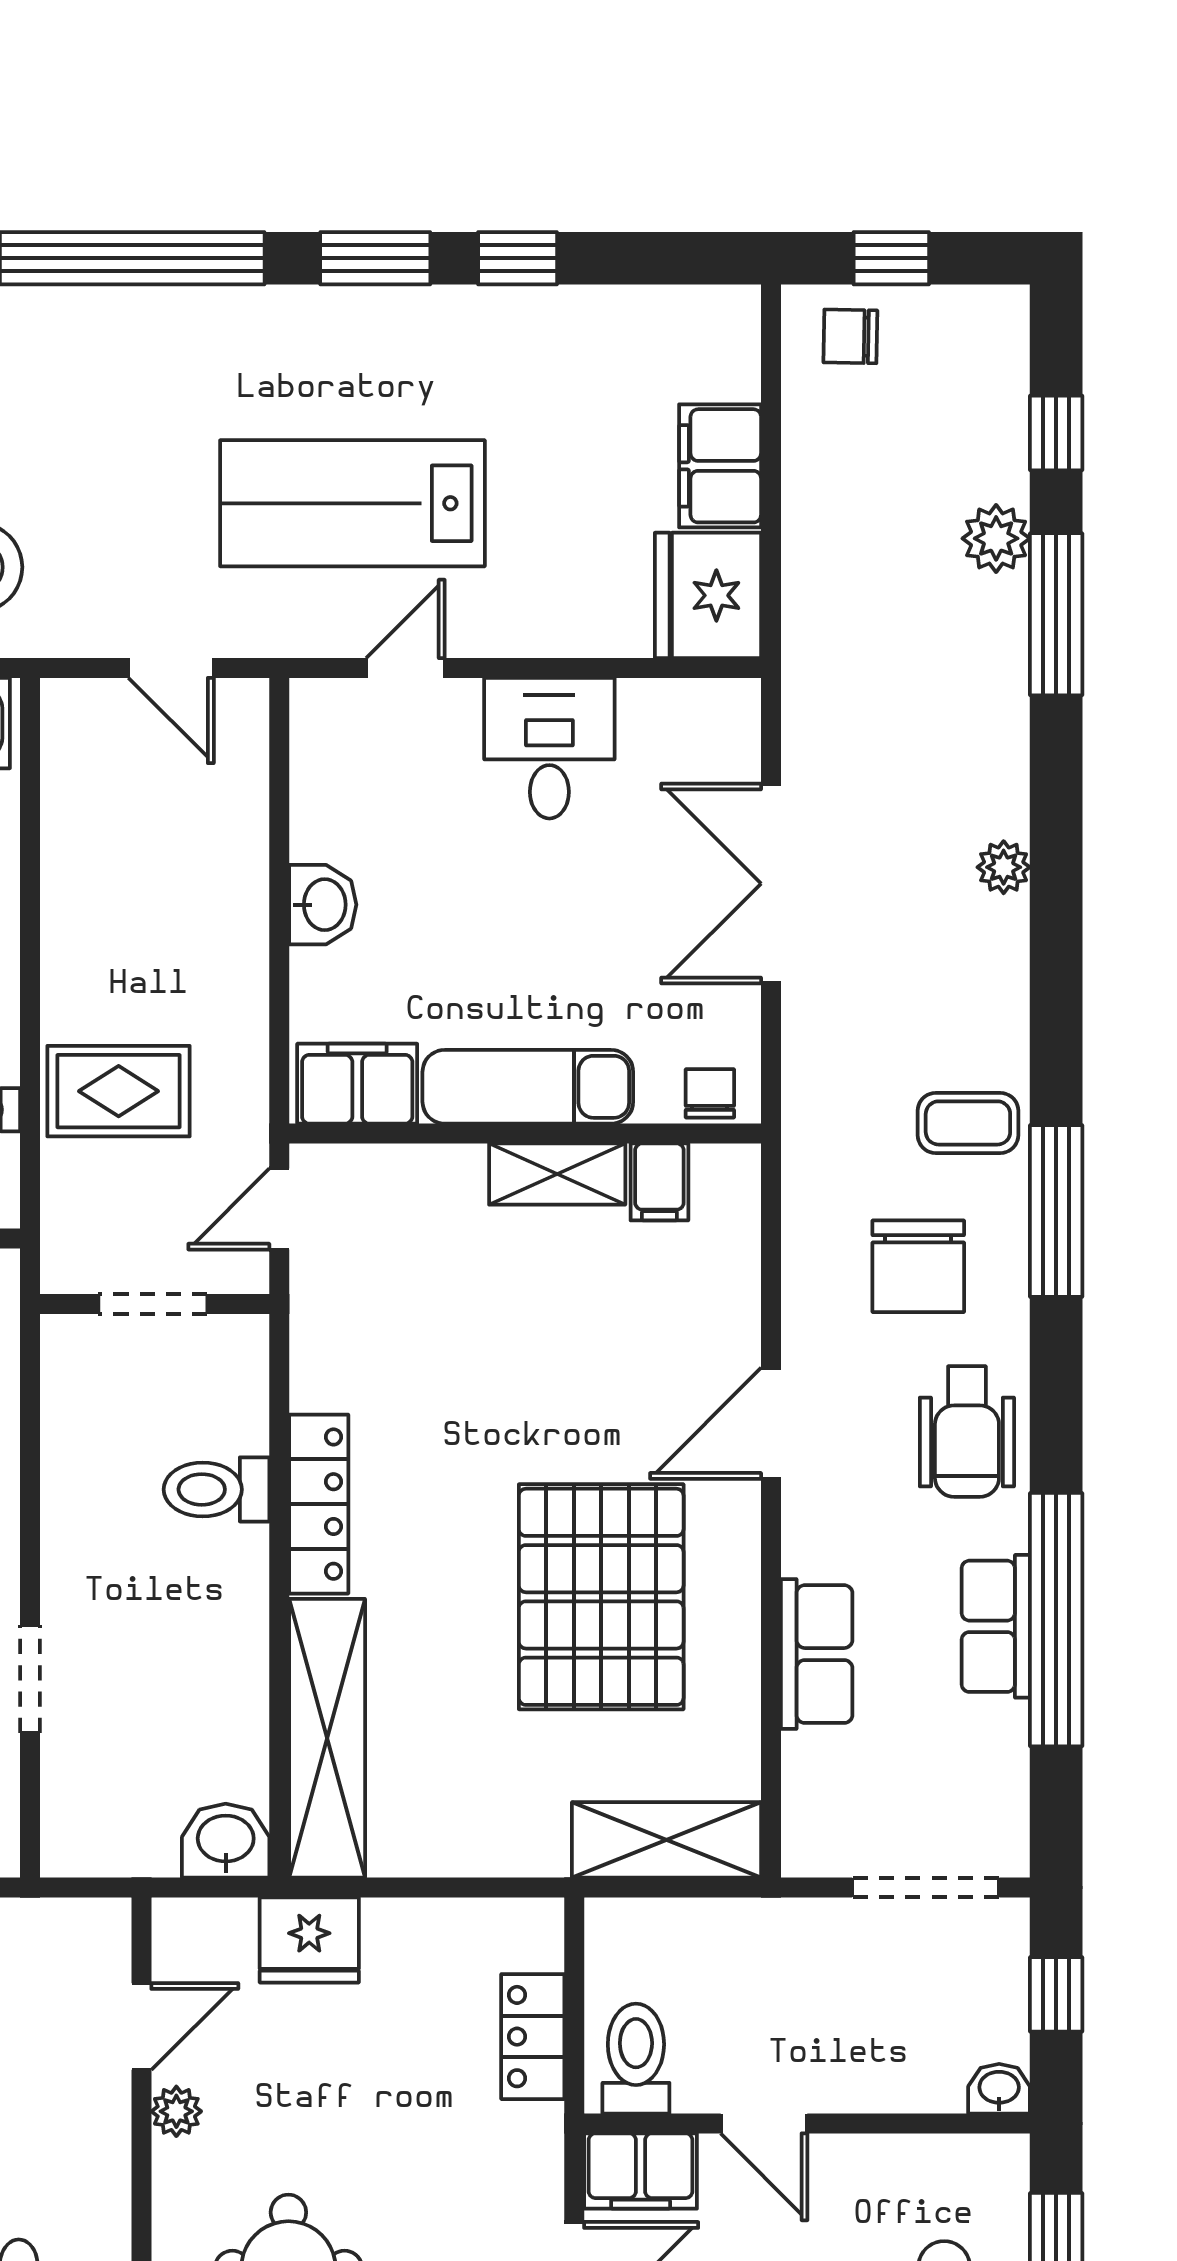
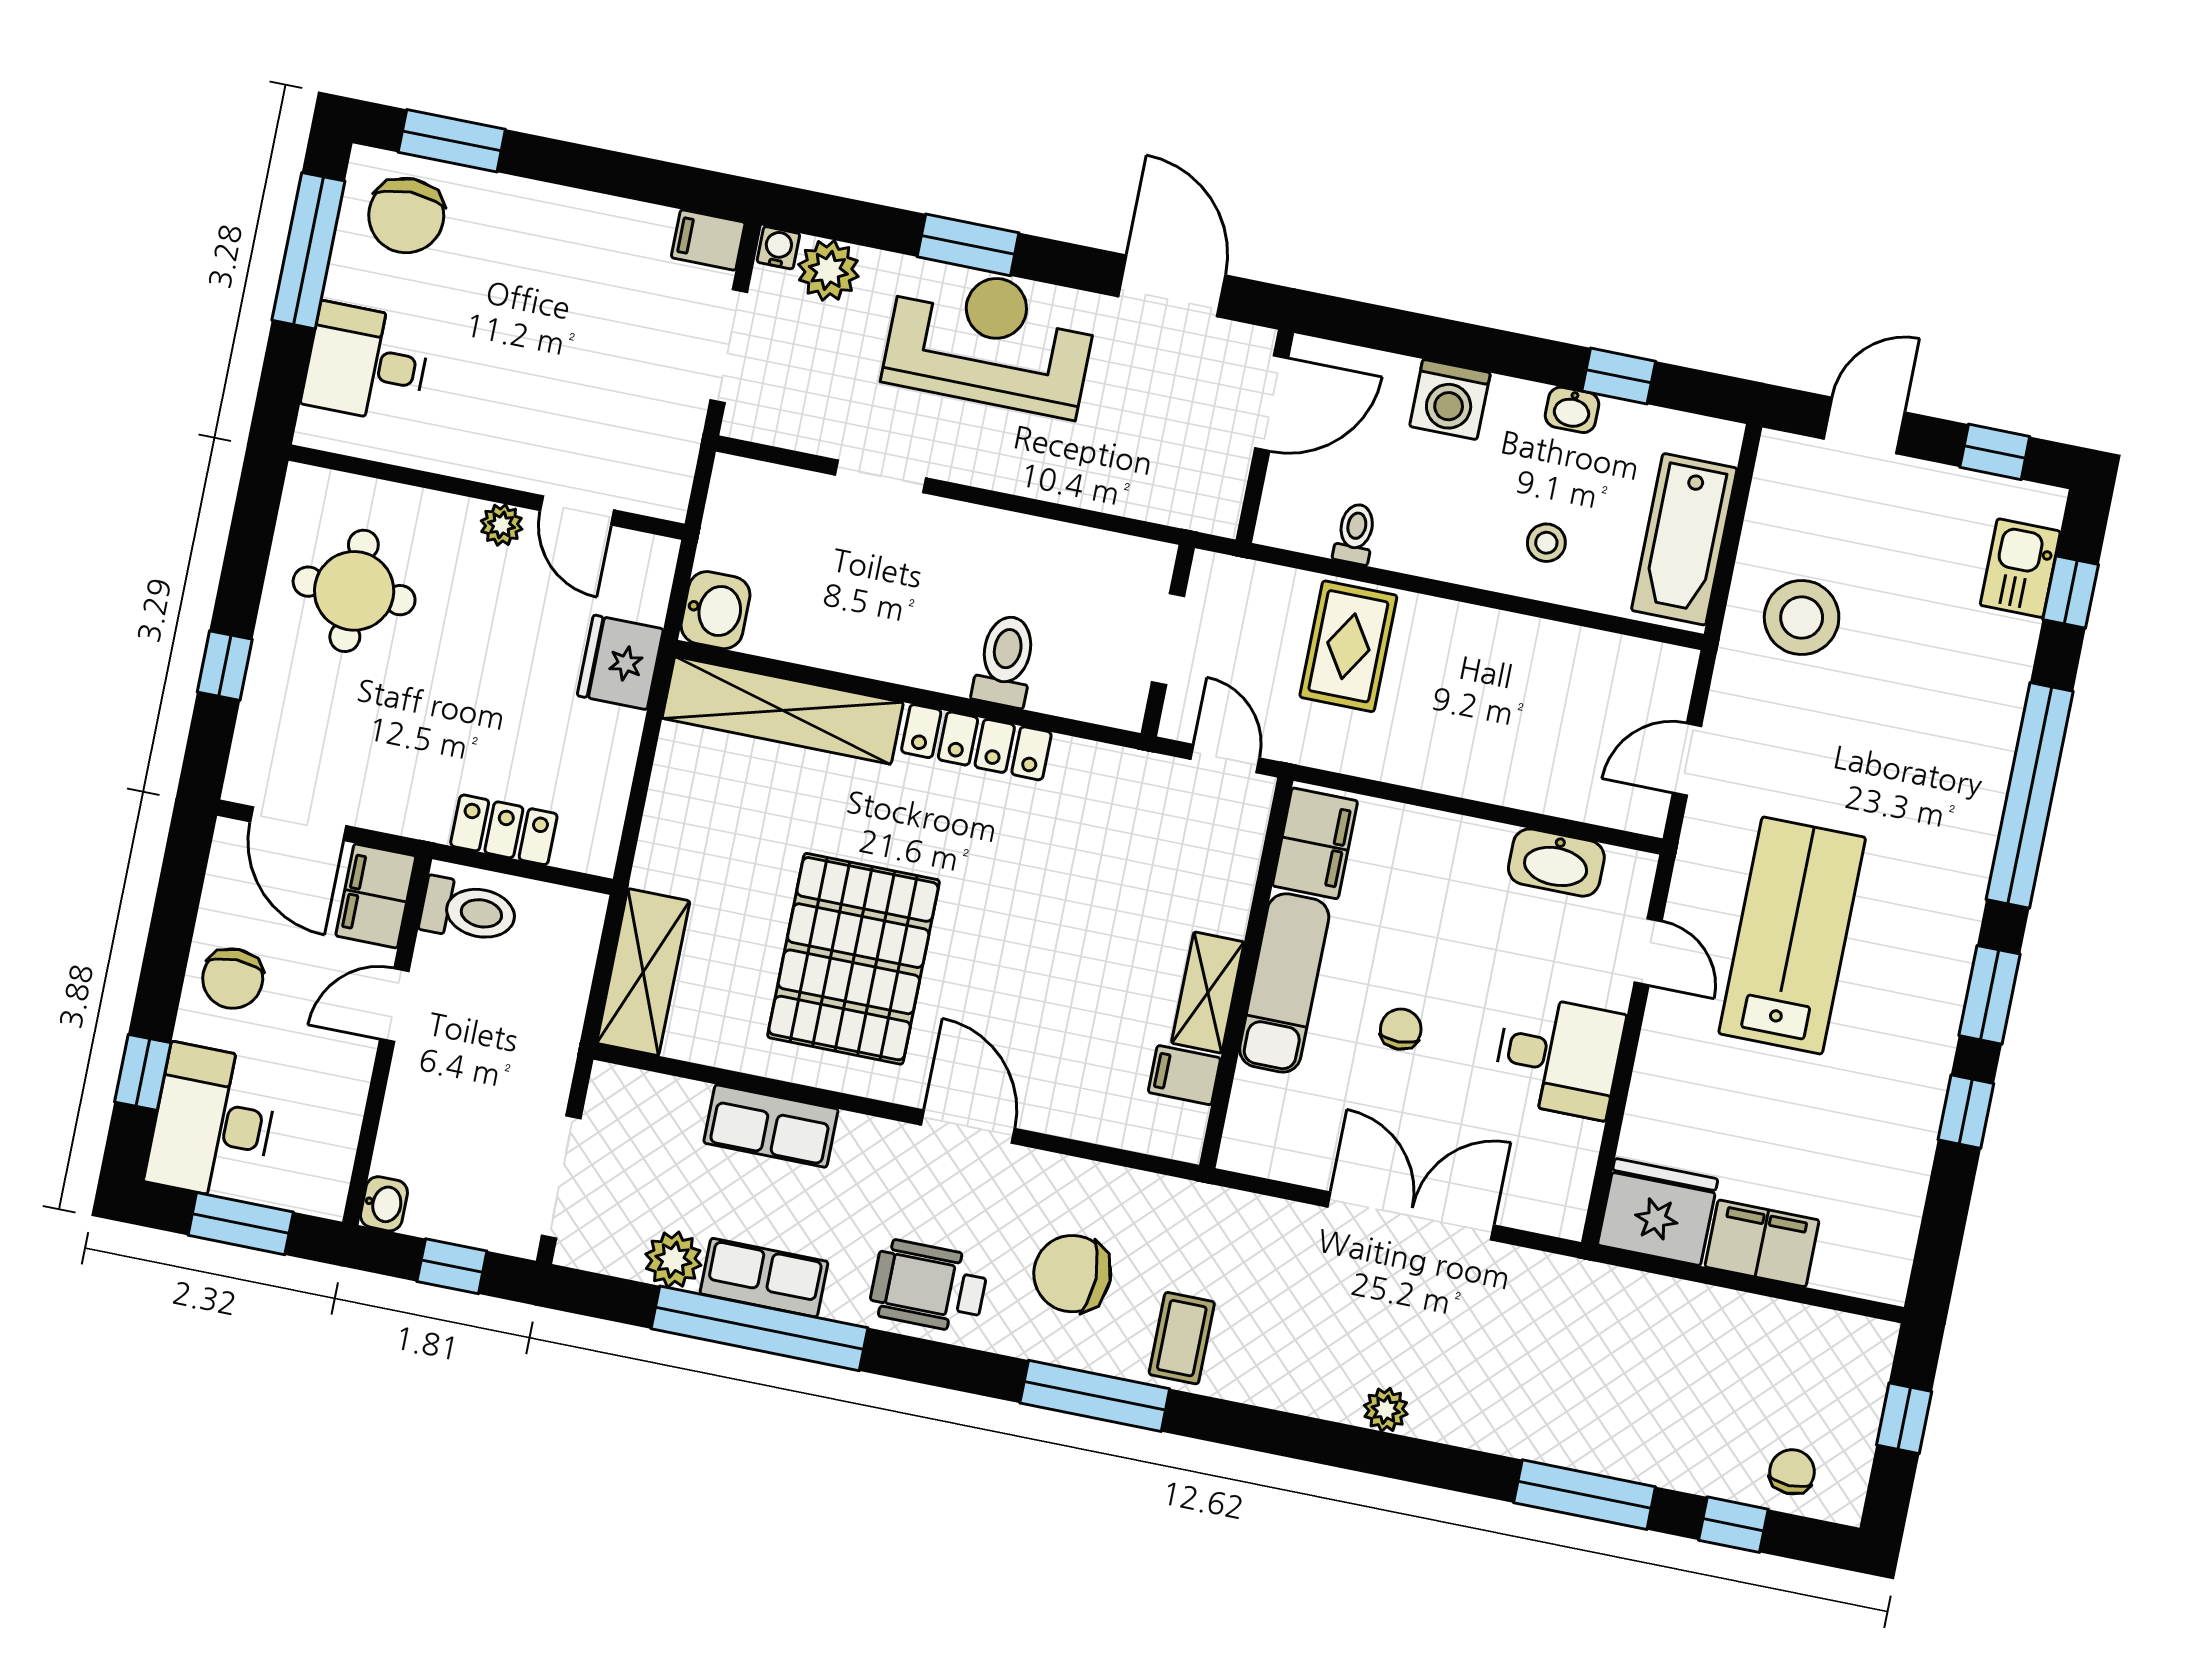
chair: (850, 336) -> (1792, 1472), moved
plant: (996, 538) -> (673, 1260), moved
washbasin: (323, 905) -> (1556, 863), moved, width x1.38
chair: (710, 1093) -> (1401, 1029), moved, turned -92
pallet: (601, 1597) -> (854, 959), turned 90

